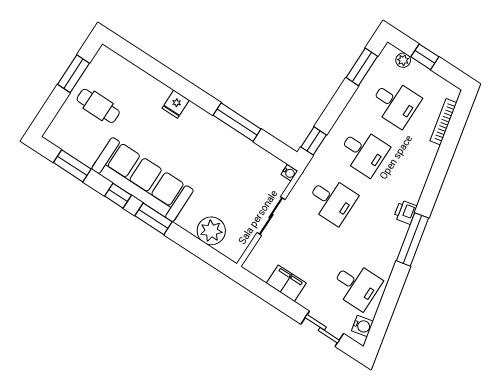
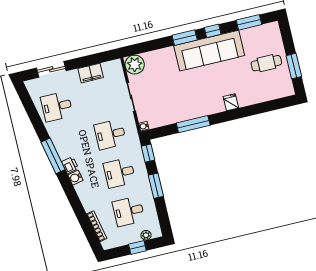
window: (362, 67) -> (156, 186), moved
plant: (211, 231) -> (135, 65), moved
water cooler: (362, 326) -> (75, 178), moved

